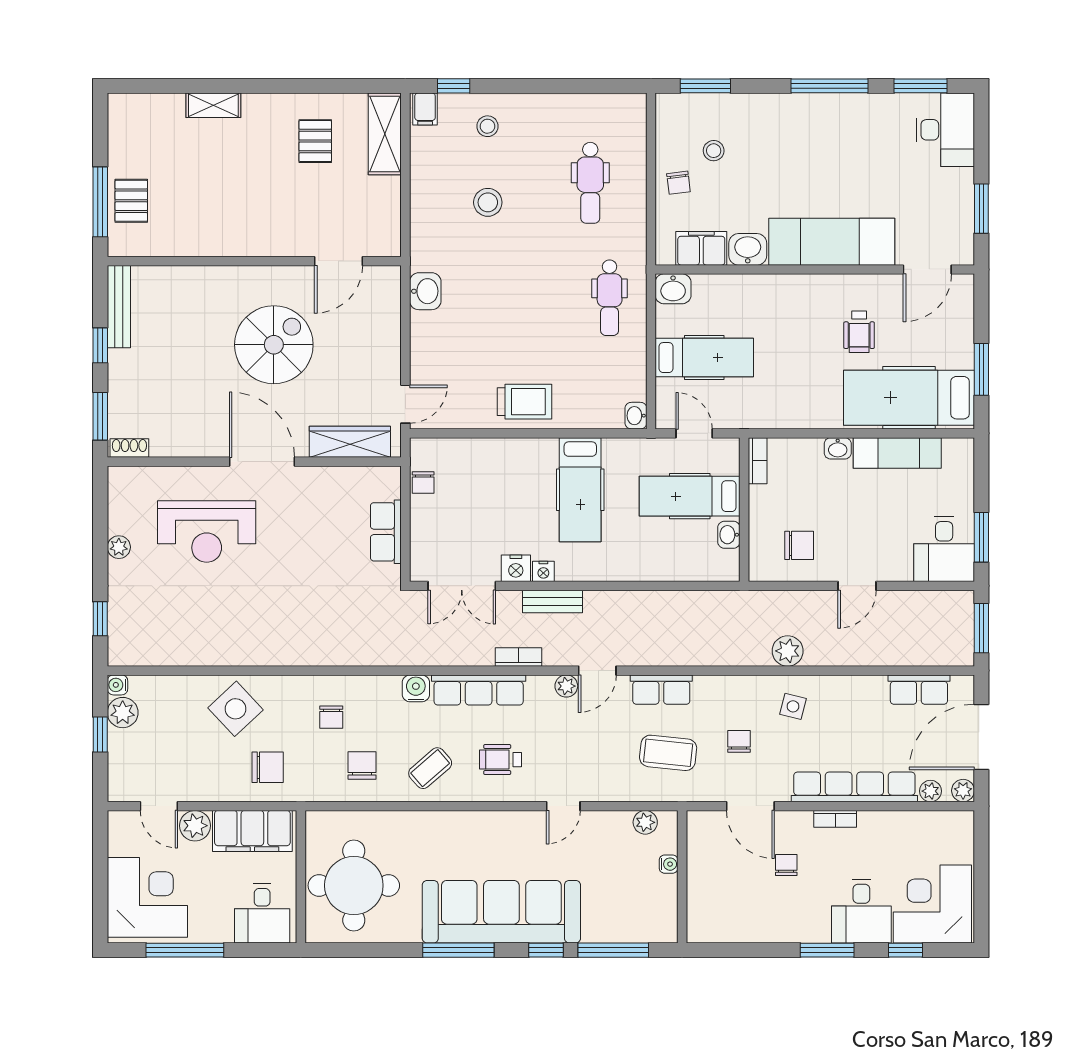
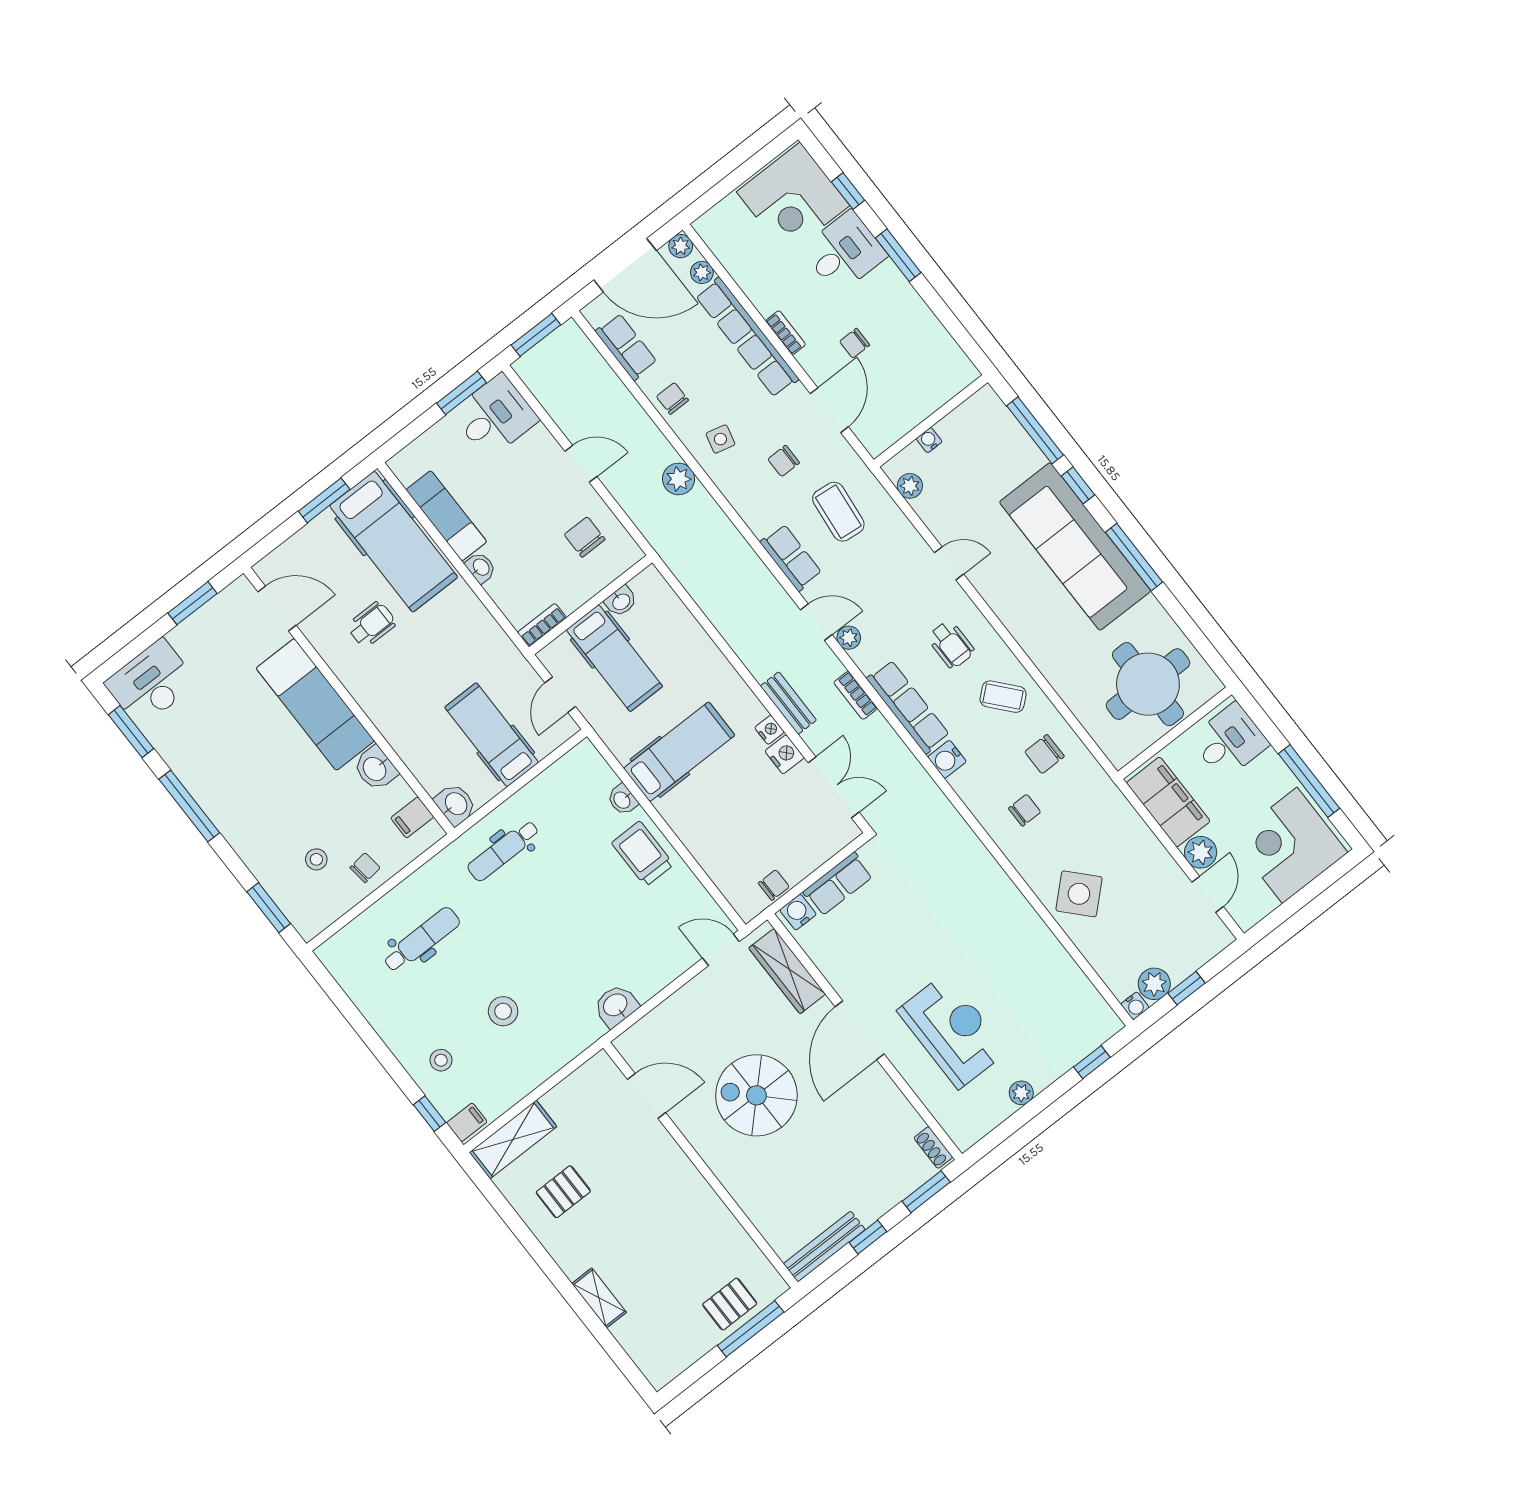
filing cabinet: (701, 248) -> (412, 817), width x0.50
dental chair: (610, 298) -> (503, 851), turned 180
washbasin: (636, 416) -> (622, 800), moved, turned 90
water cooler: (388, 485) -> (798, 912), added
chair: (268, 767) -> (672, 398), moved, width x0.73, depth x0.73

